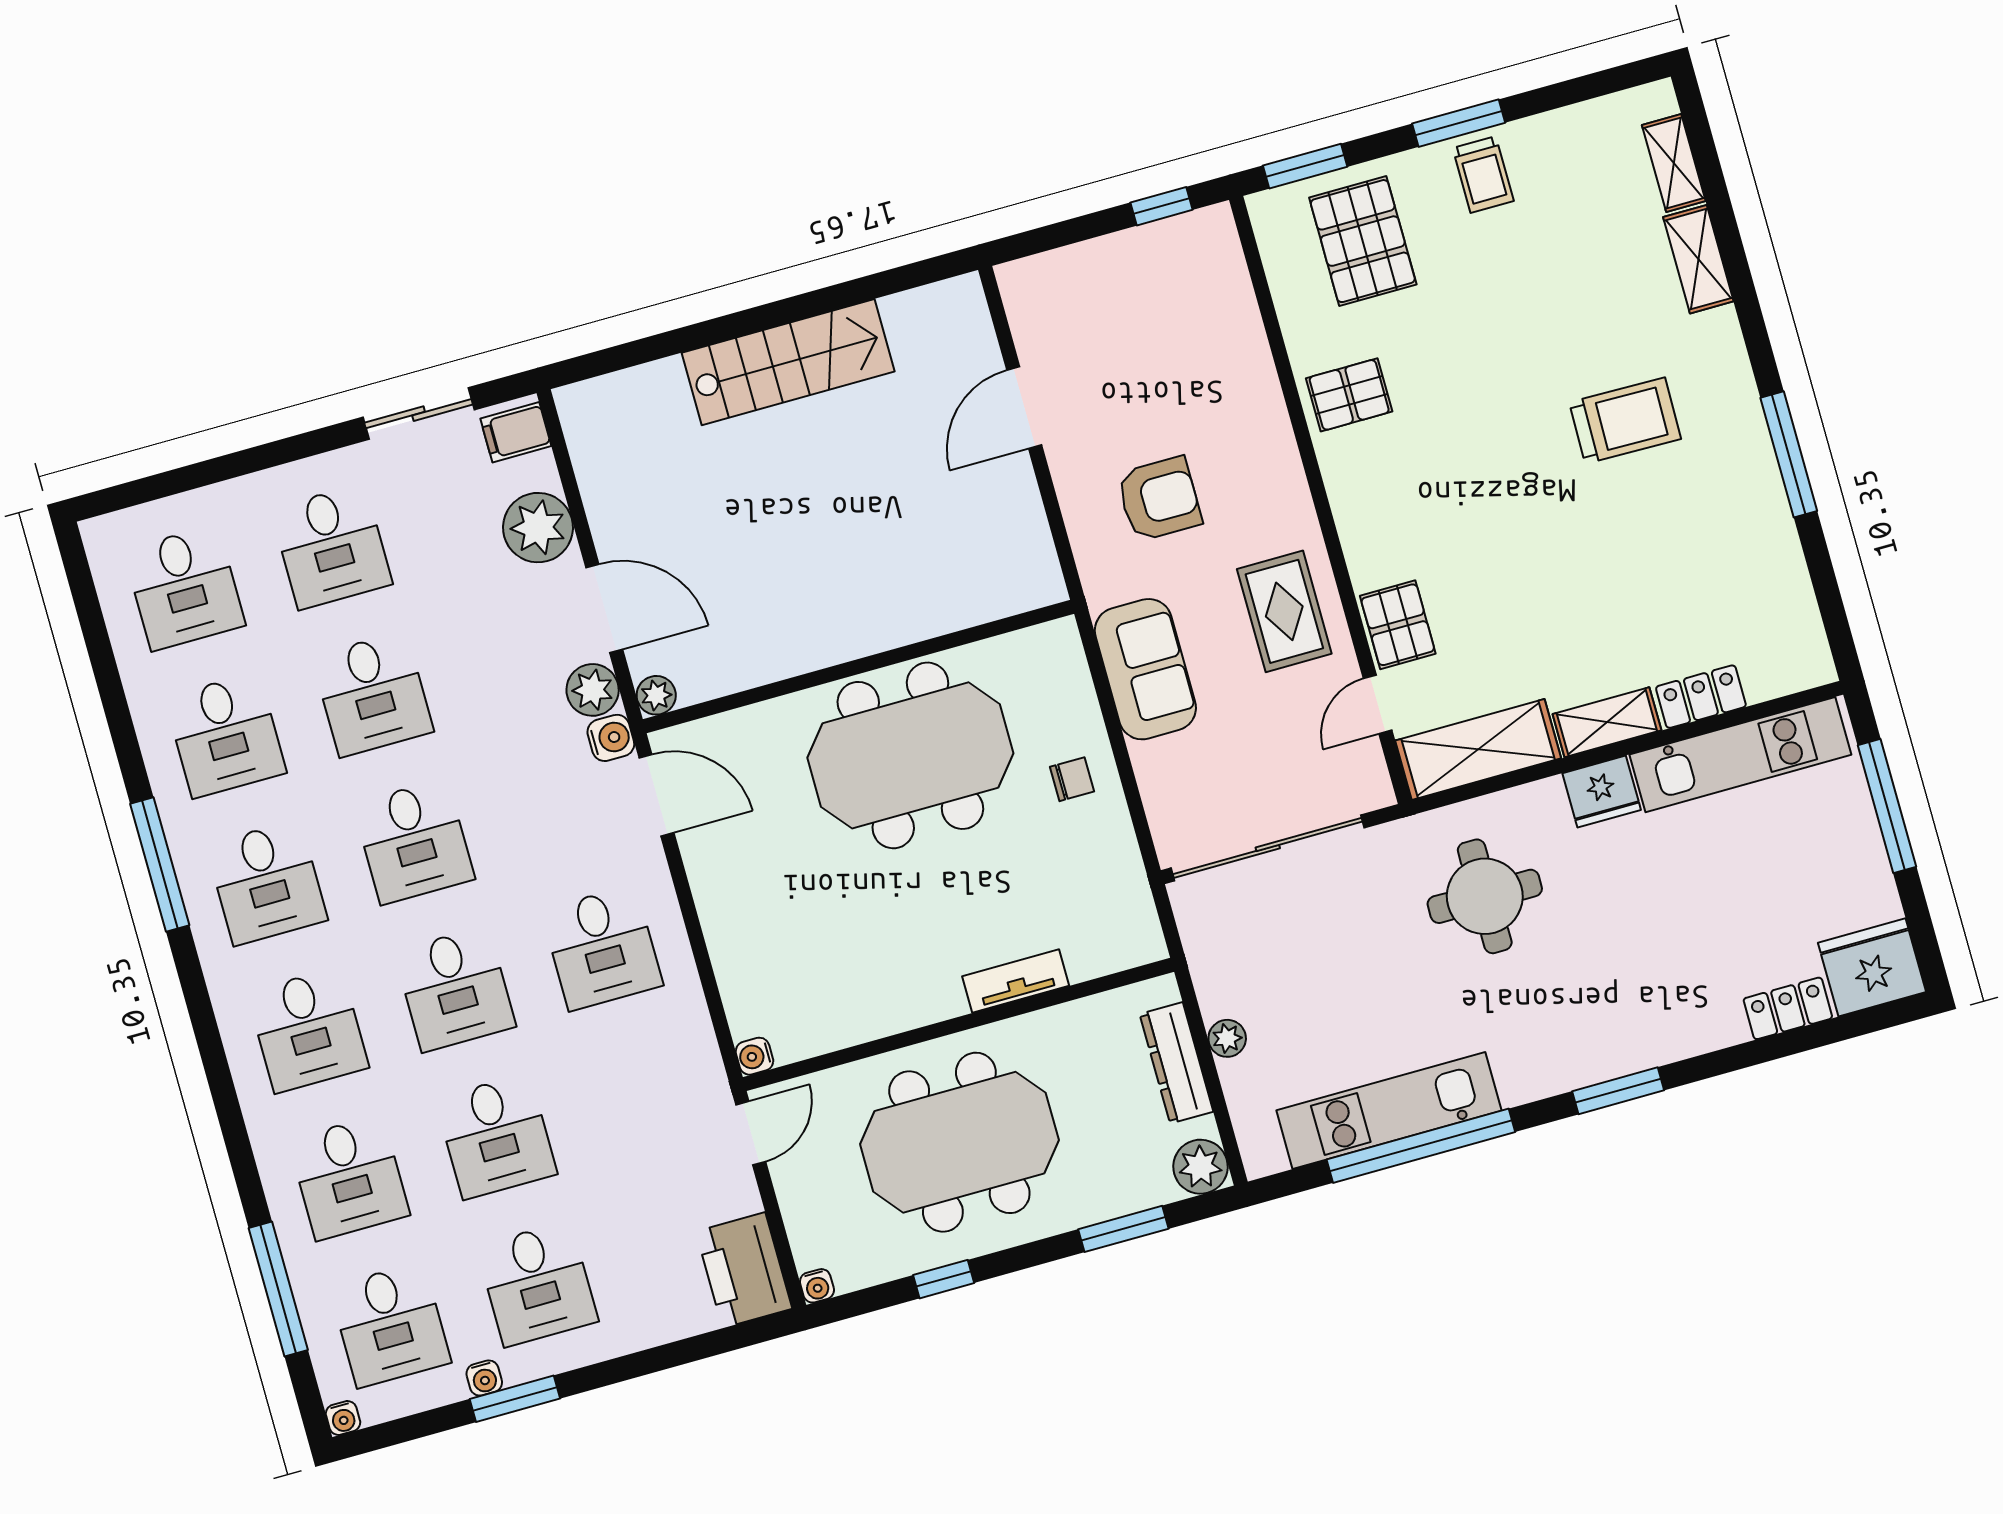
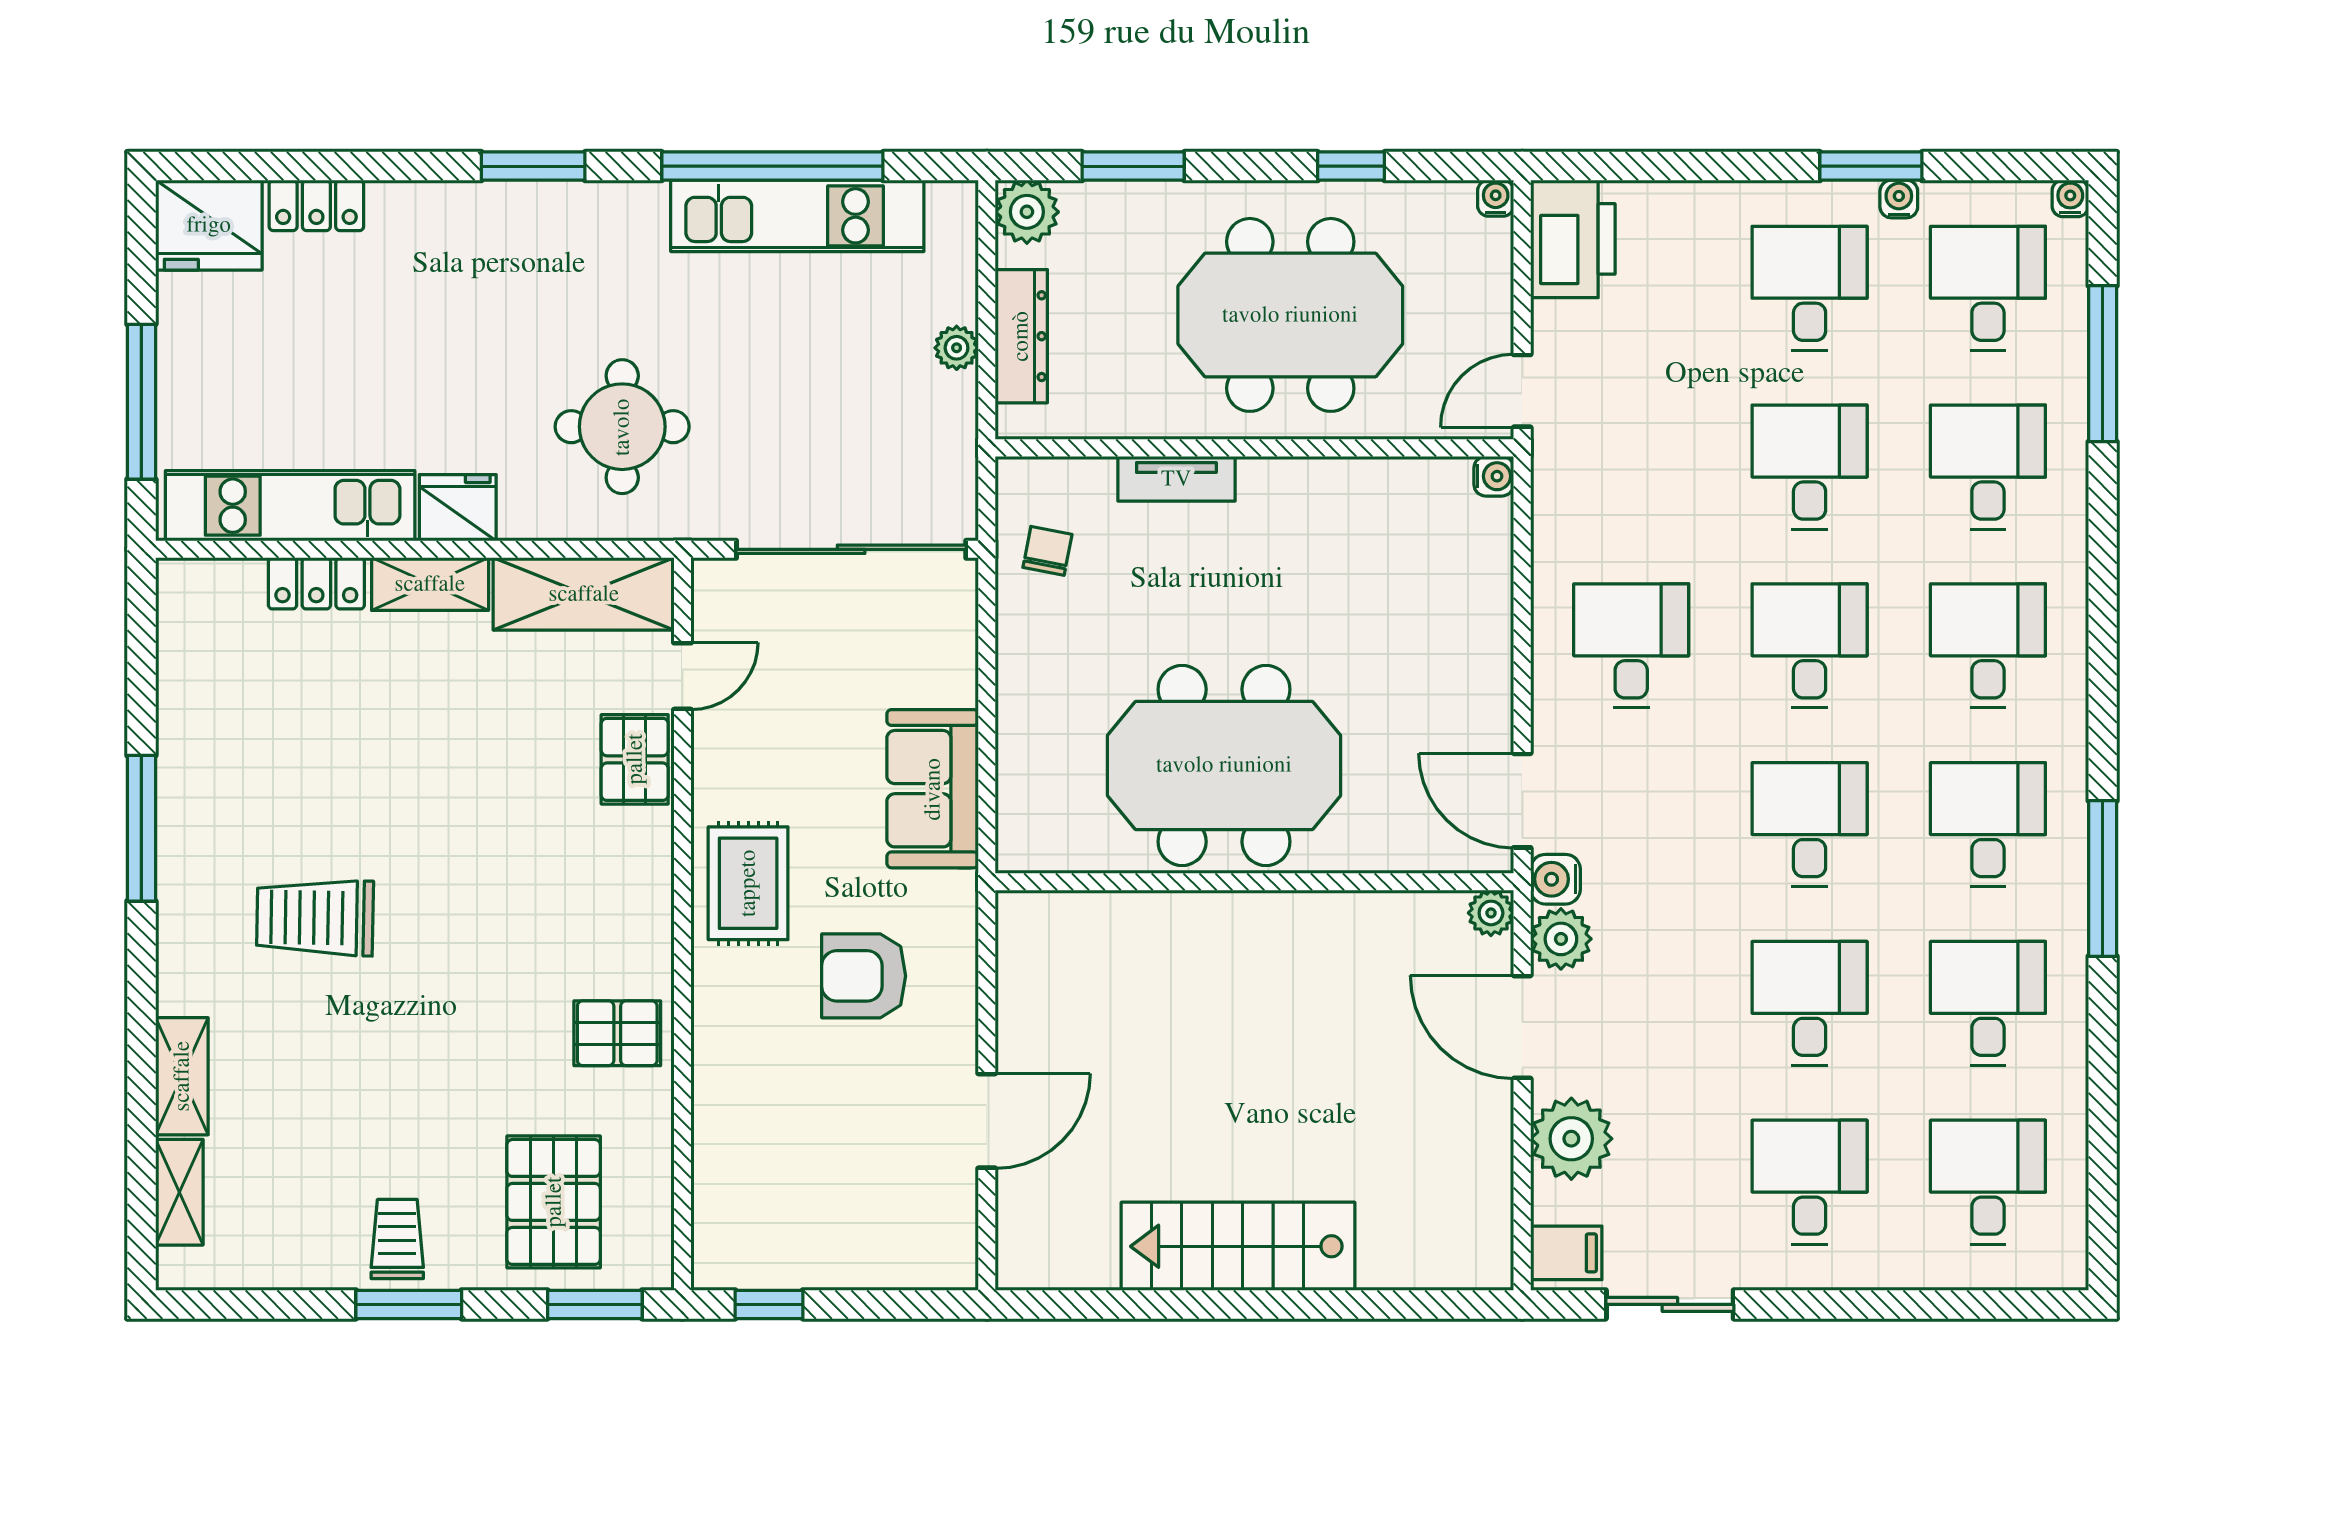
rug: (1284, 611) -> (748, 883), moved
chair: (1072, 779) -> (1047, 551), moved, turned 101

